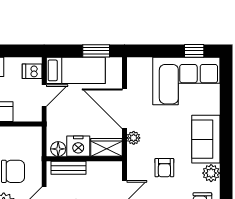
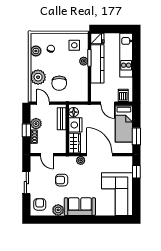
window: (194, 51) -> (136, 172), moved
door: (124, 109) -> (99, 155), hinge flipped

